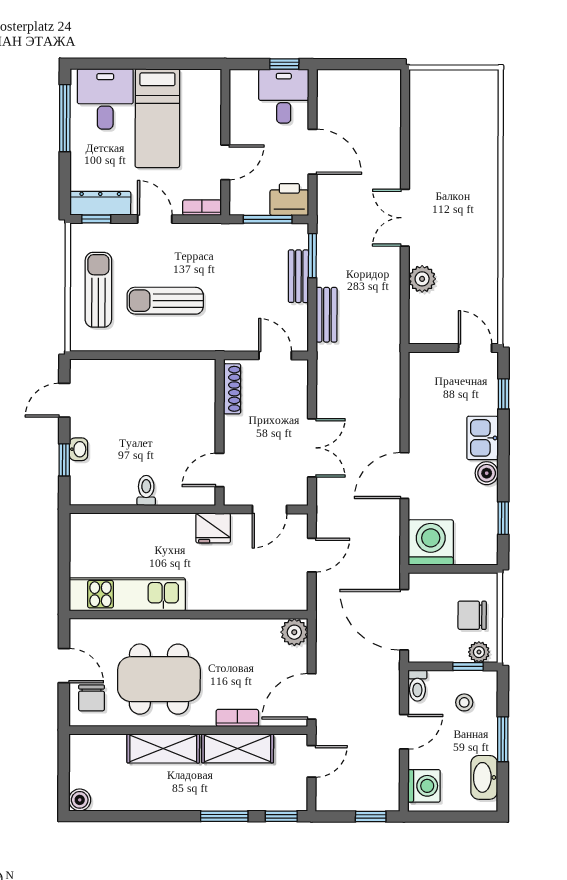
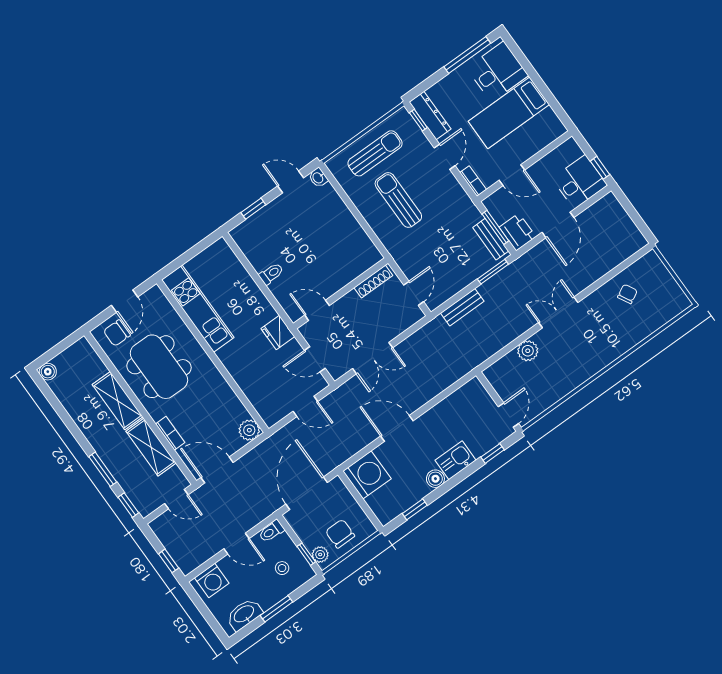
chair: (438, 131) -> (627, 294), added
bench: (298, 276) -> (491, 239), moved, turned 90
washbasin: (78, 449) -> (318, 178), moved, turned 90

